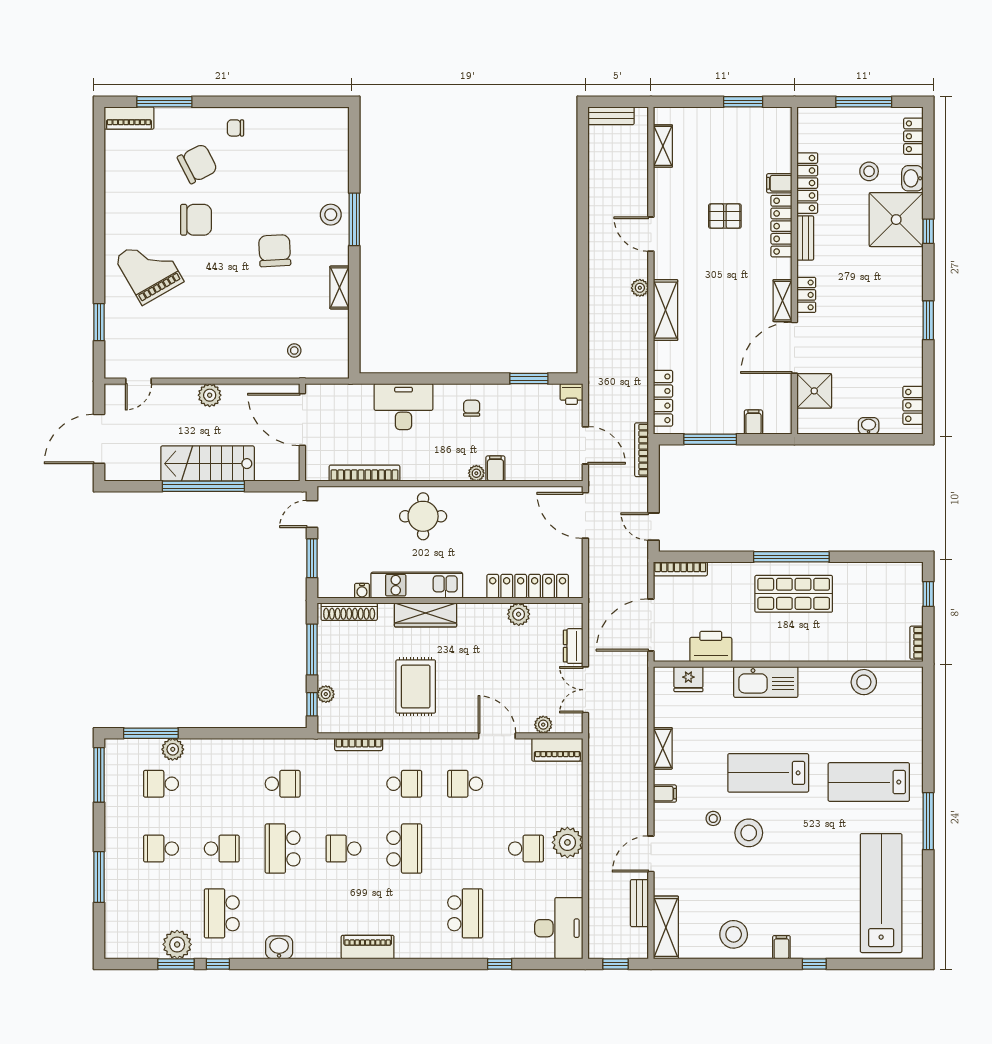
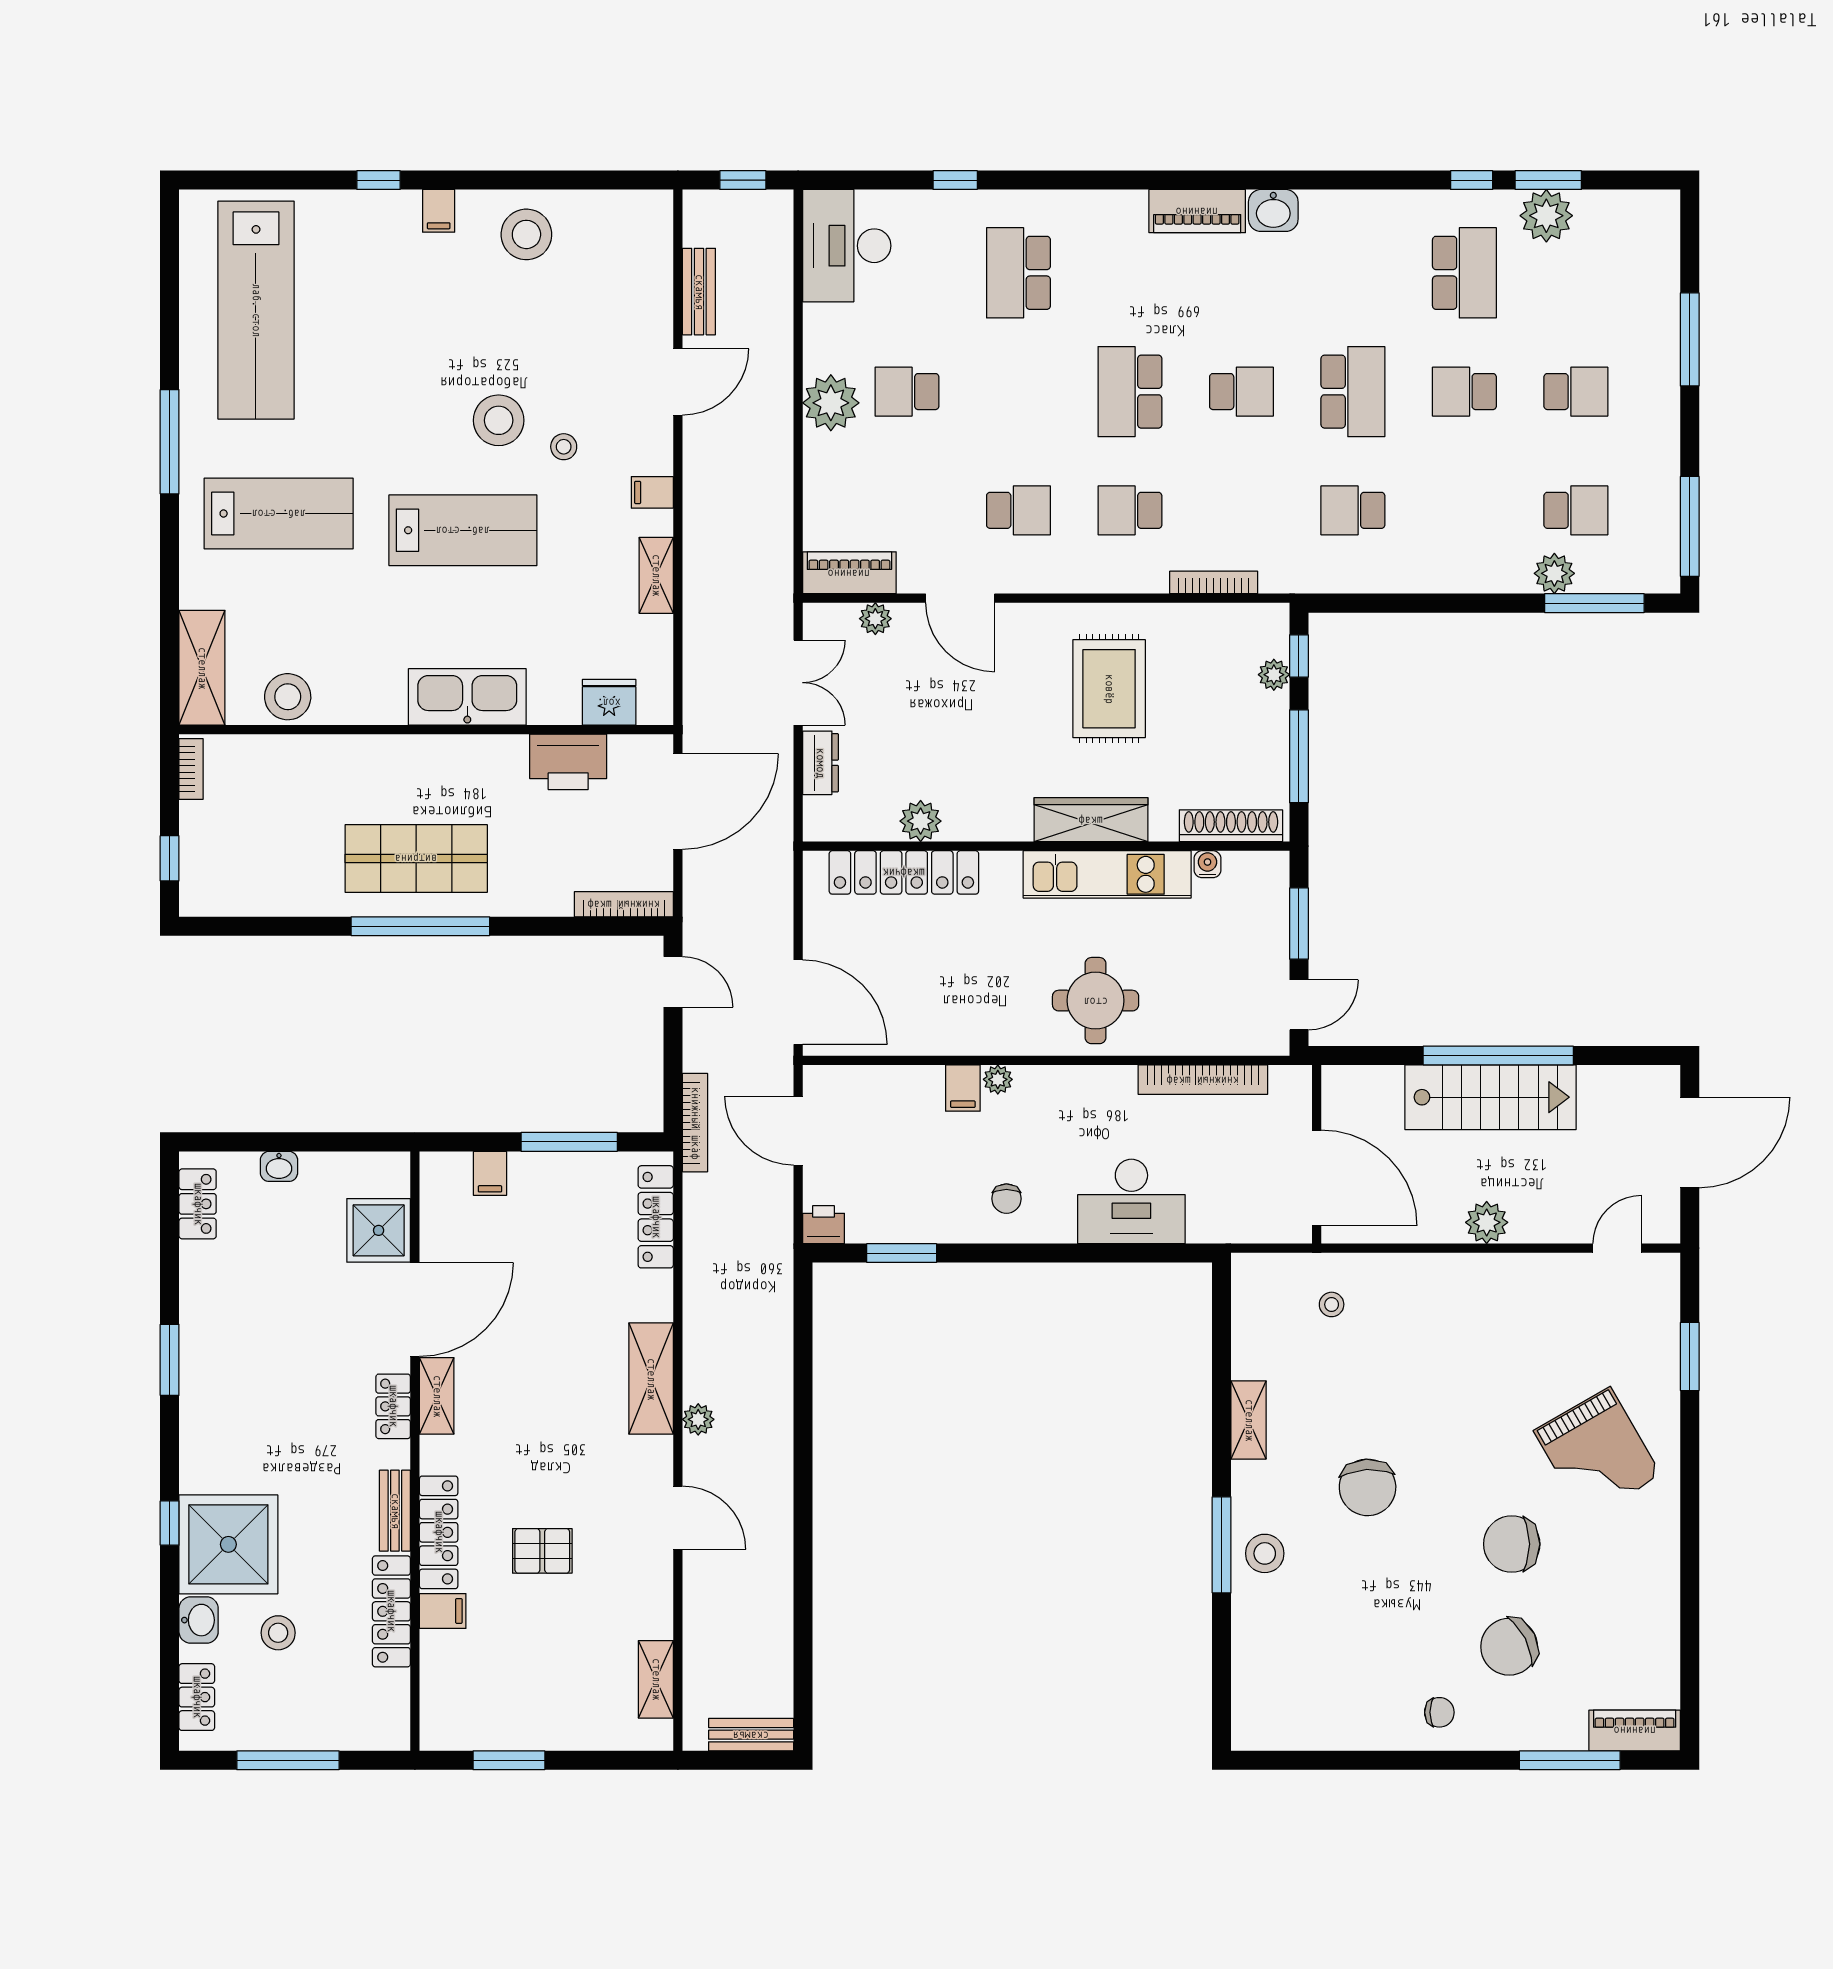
shelving: (666, 927) -> (202, 668), moved
washbasin: (279, 947) -> (1273, 210), moved

